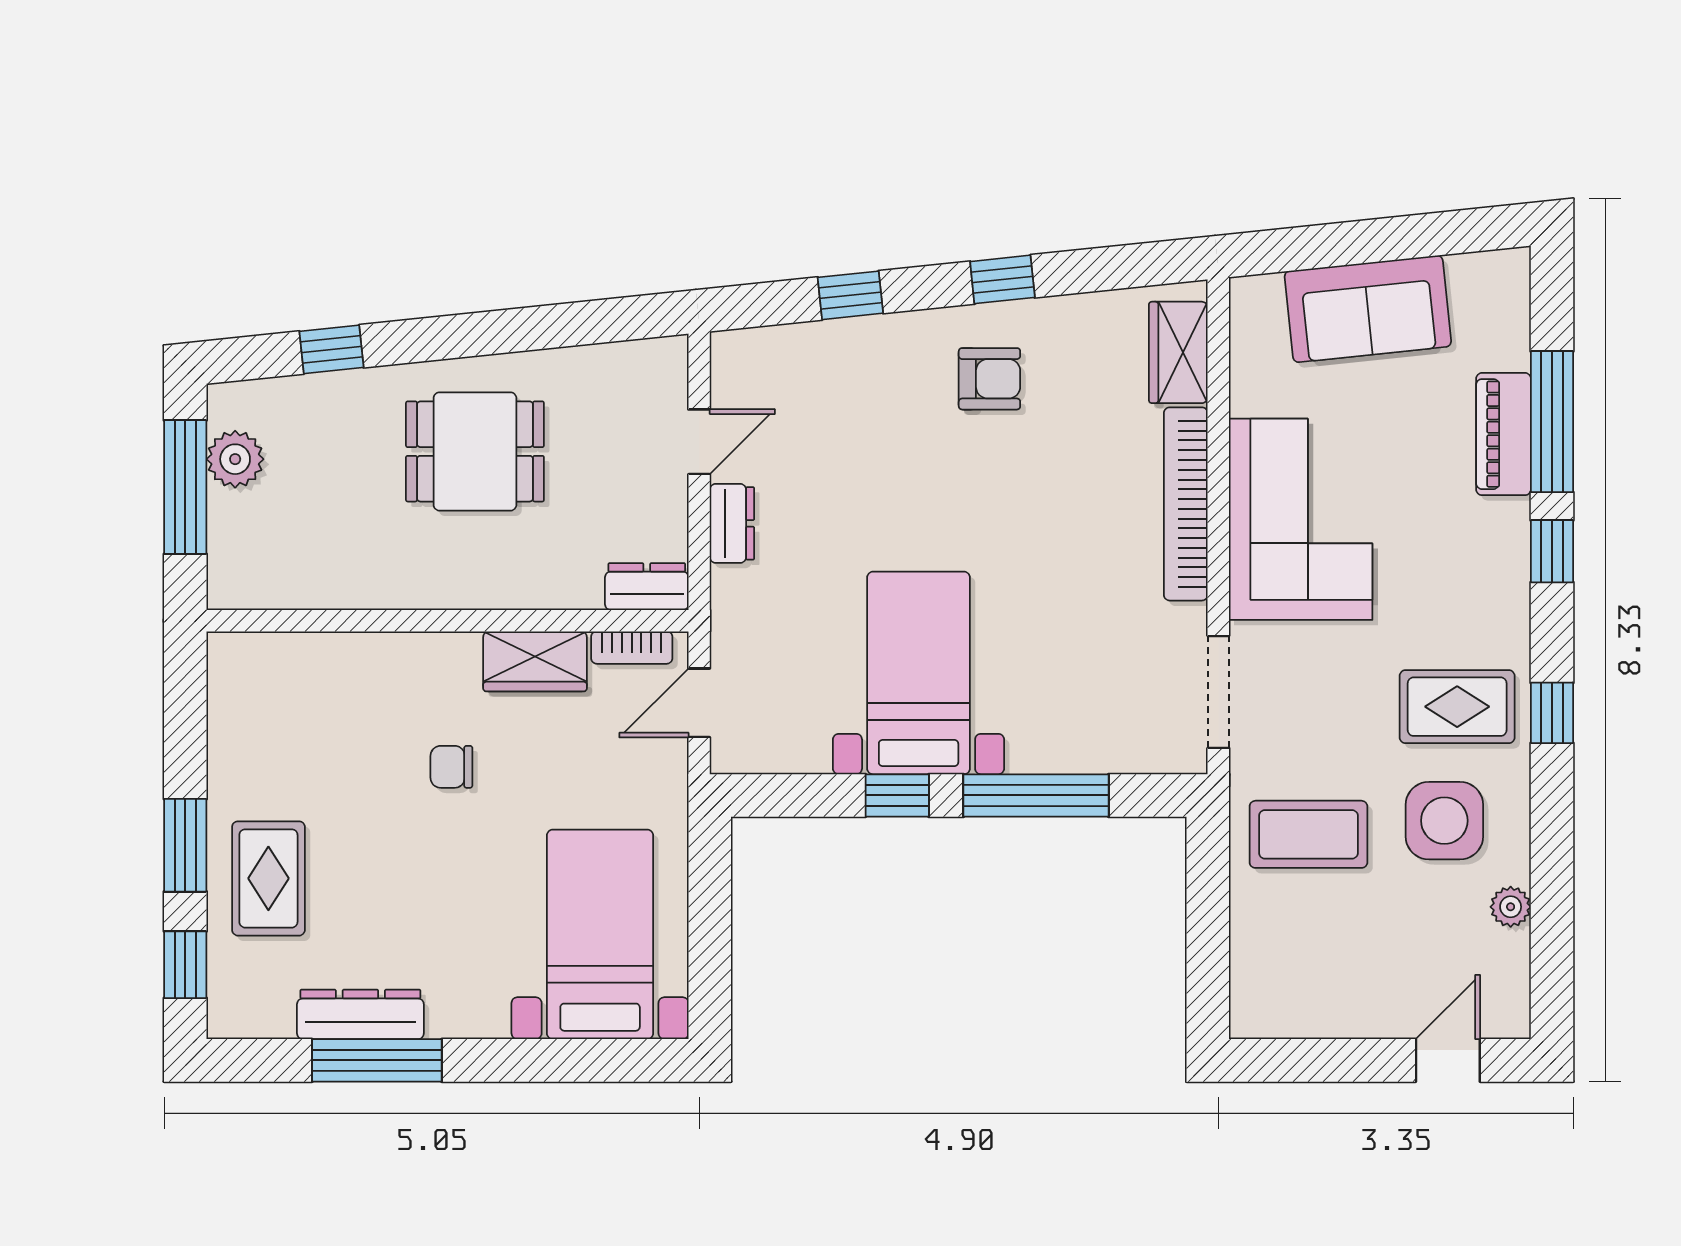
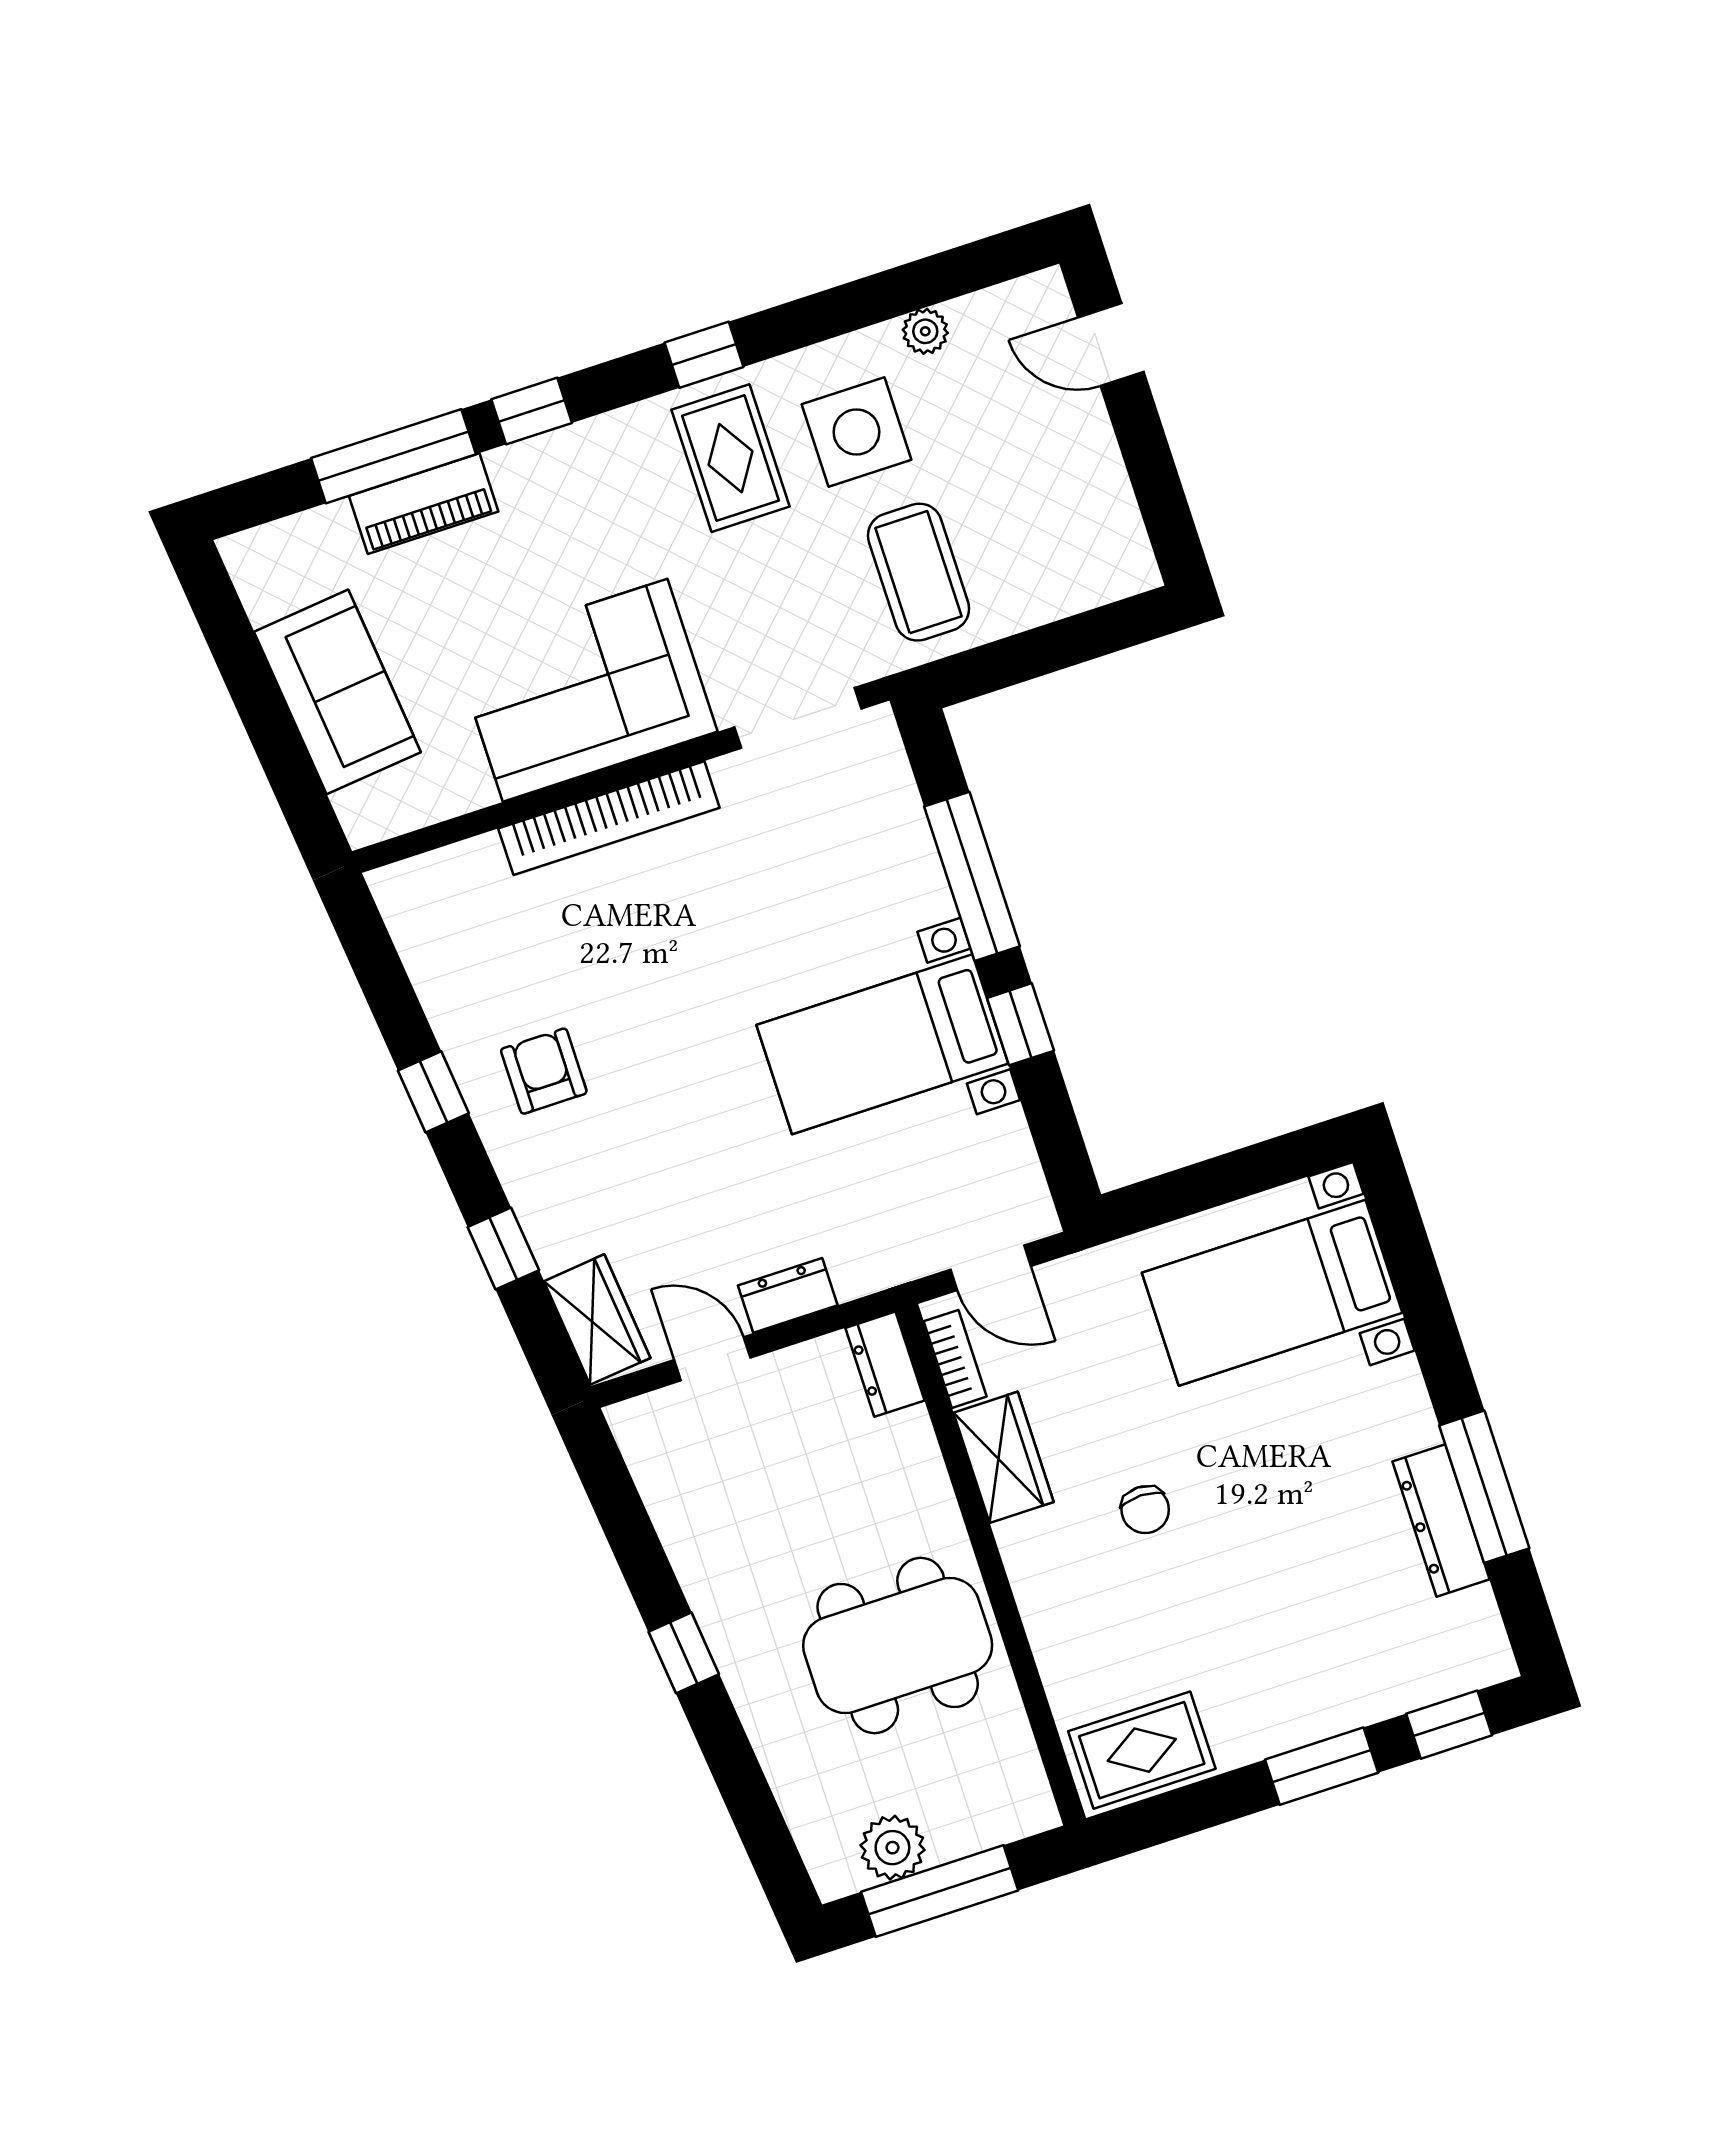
window: (331, 349) -> (684, 1653), moved
wardrobe: (1178, 352) -> (597, 1320), moved, turned -96
dining table: (475, 451) -> (898, 1646), moved, width x1.38
rug: (268, 878) -> (1142, 1750), moved

